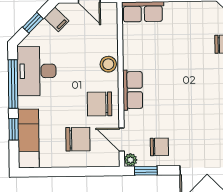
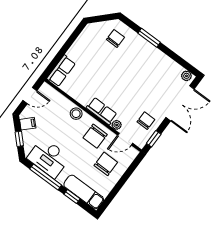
plant: (131, 160) -> (117, 125), moved

